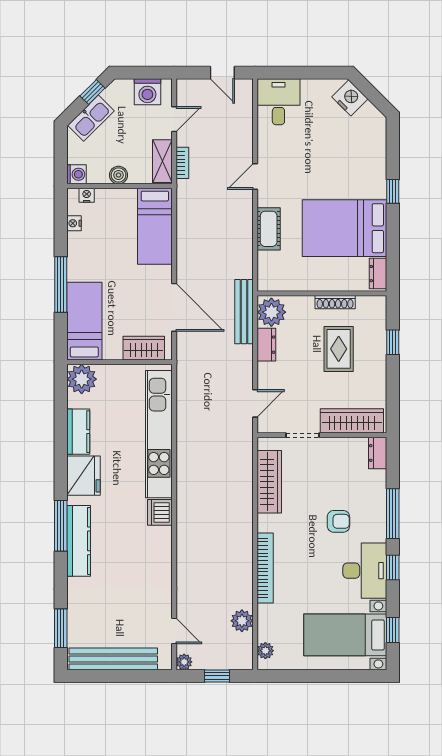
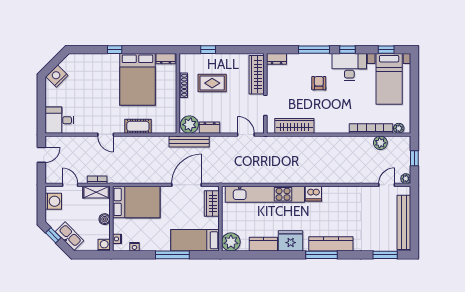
bed: (155, 226) -> (136, 202), width x1.50
bookcase: (265, 568) -> (371, 129), moved

